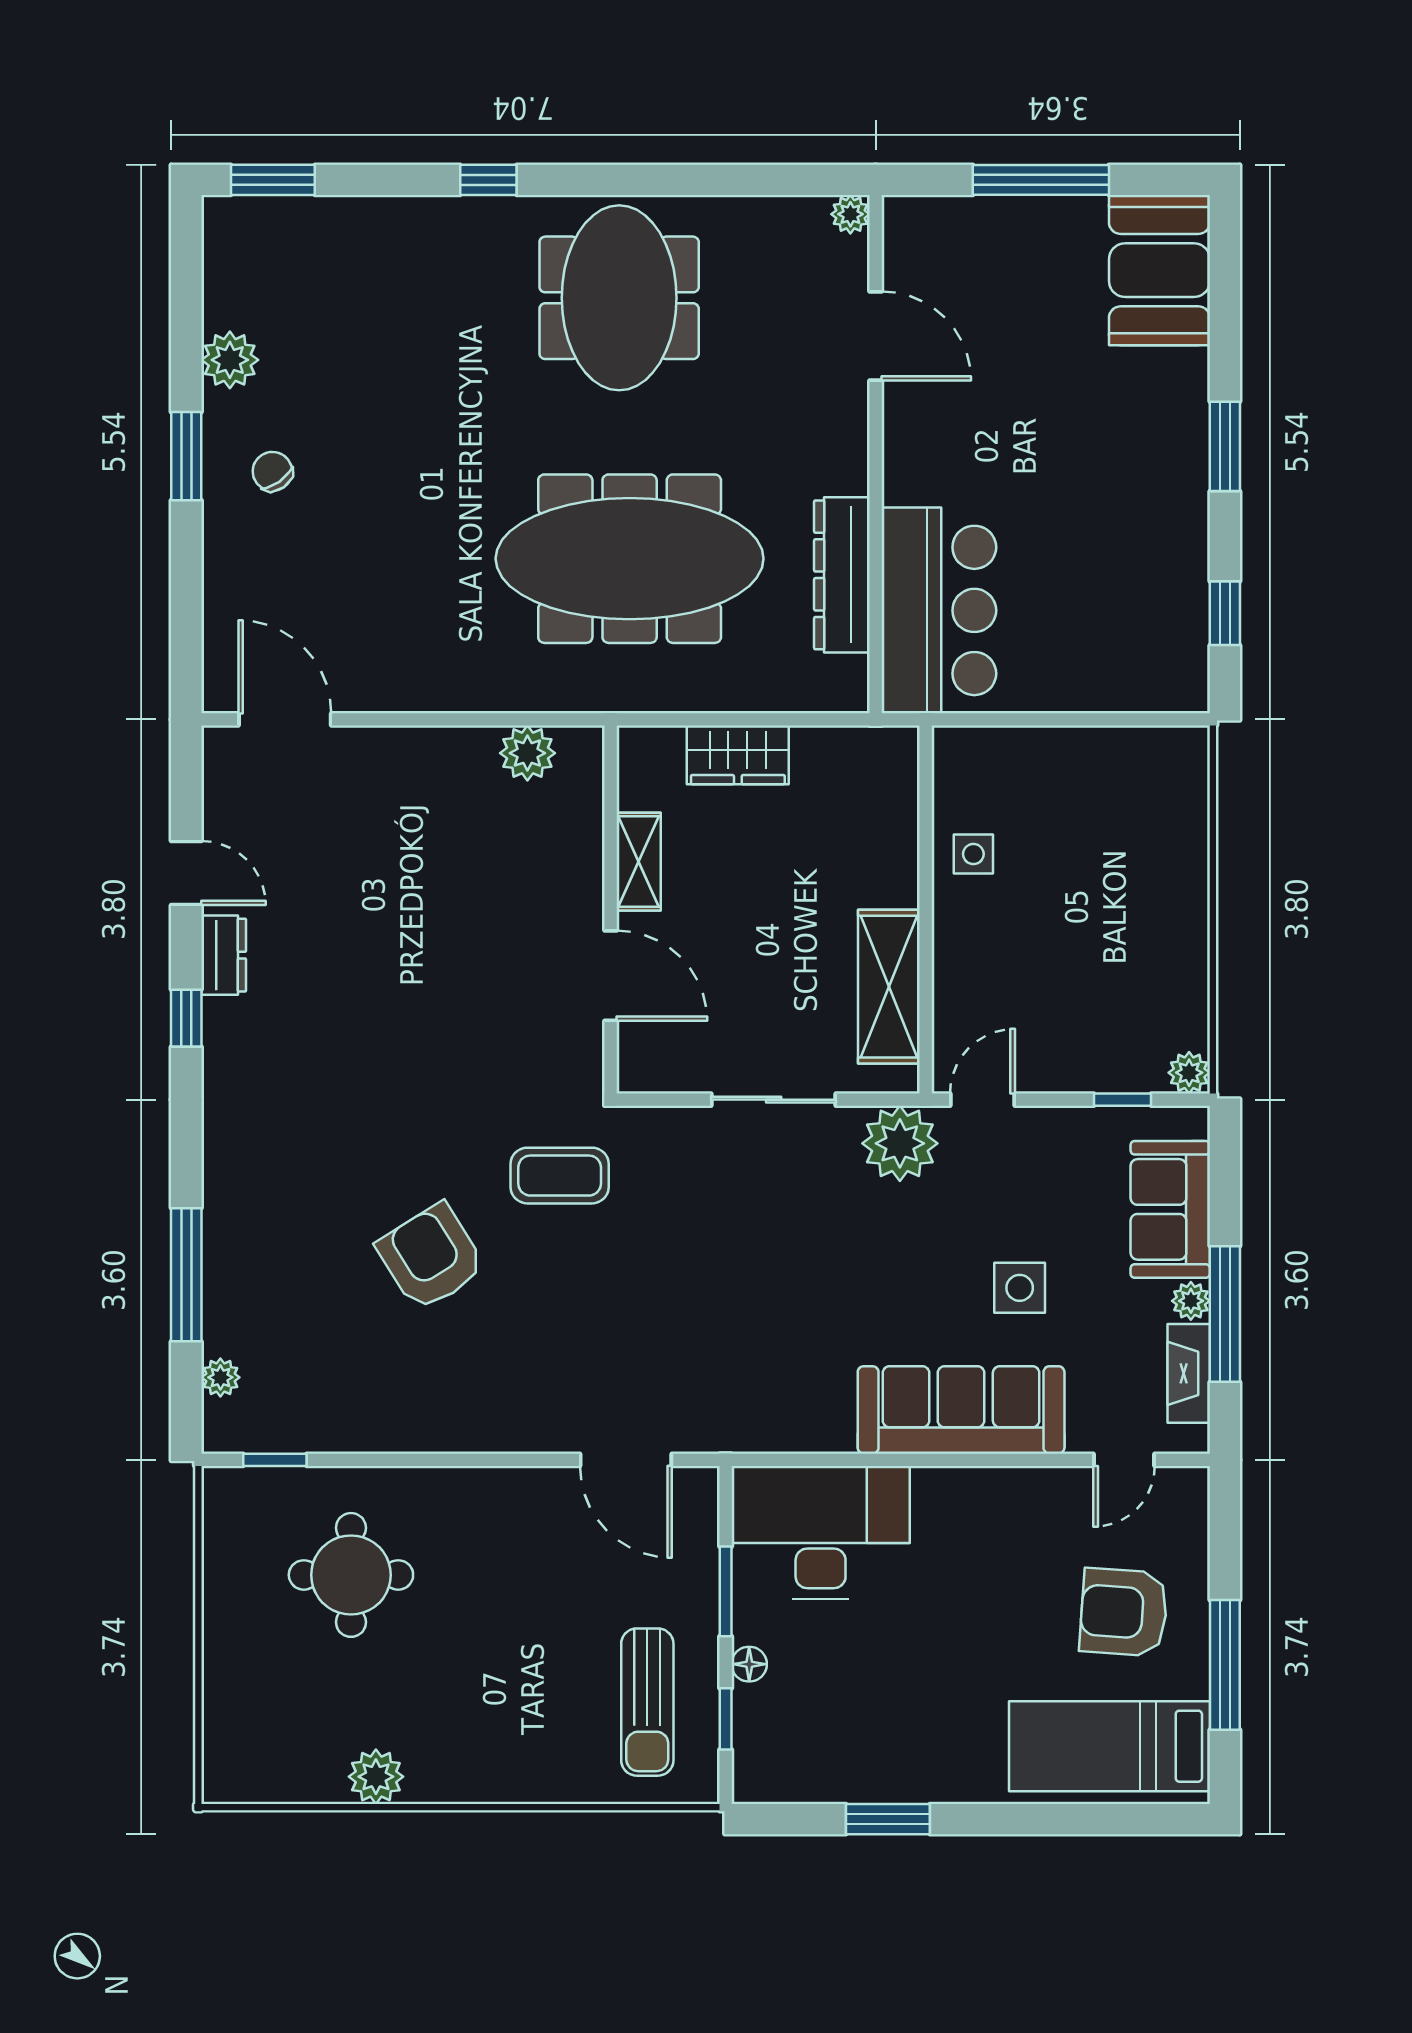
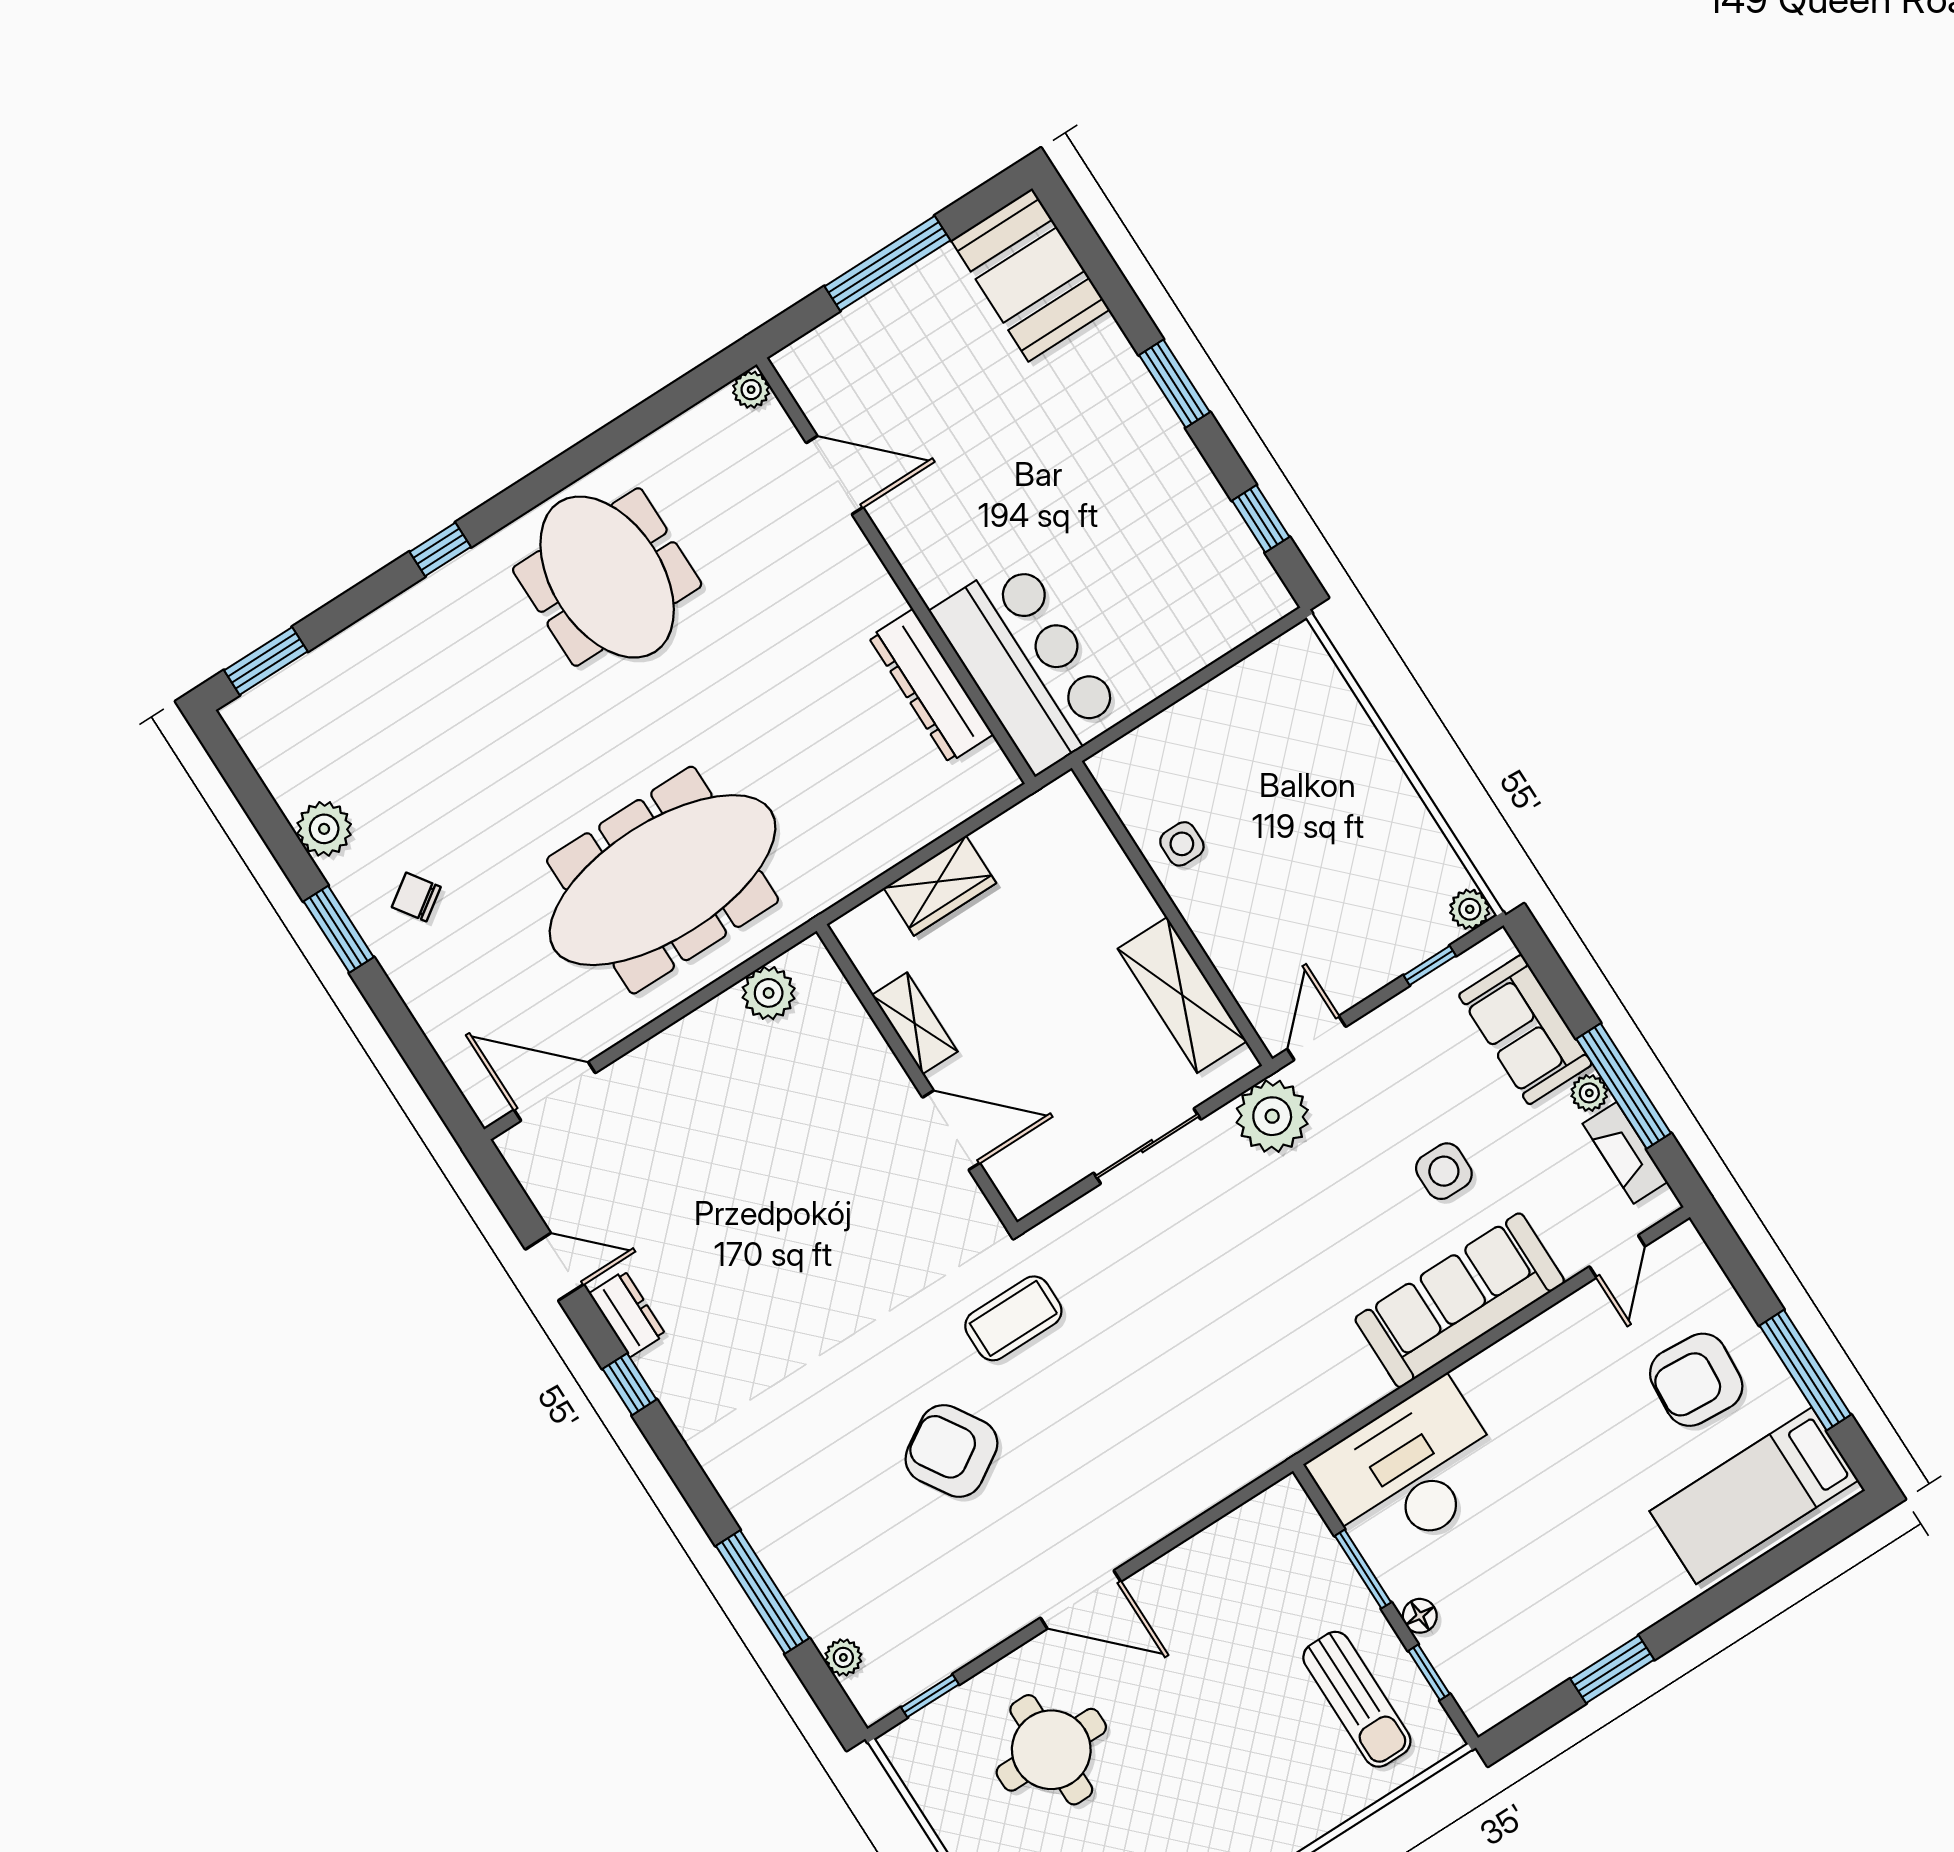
meeting table: (630, 559) -> (663, 880), moved
door: (626, 1460) -> (1081, 1600), moved

